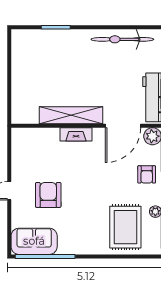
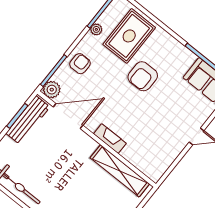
shelving: (71, 115) -> (120, 171), moved
armchair: (48, 195) -> (143, 76), moved

